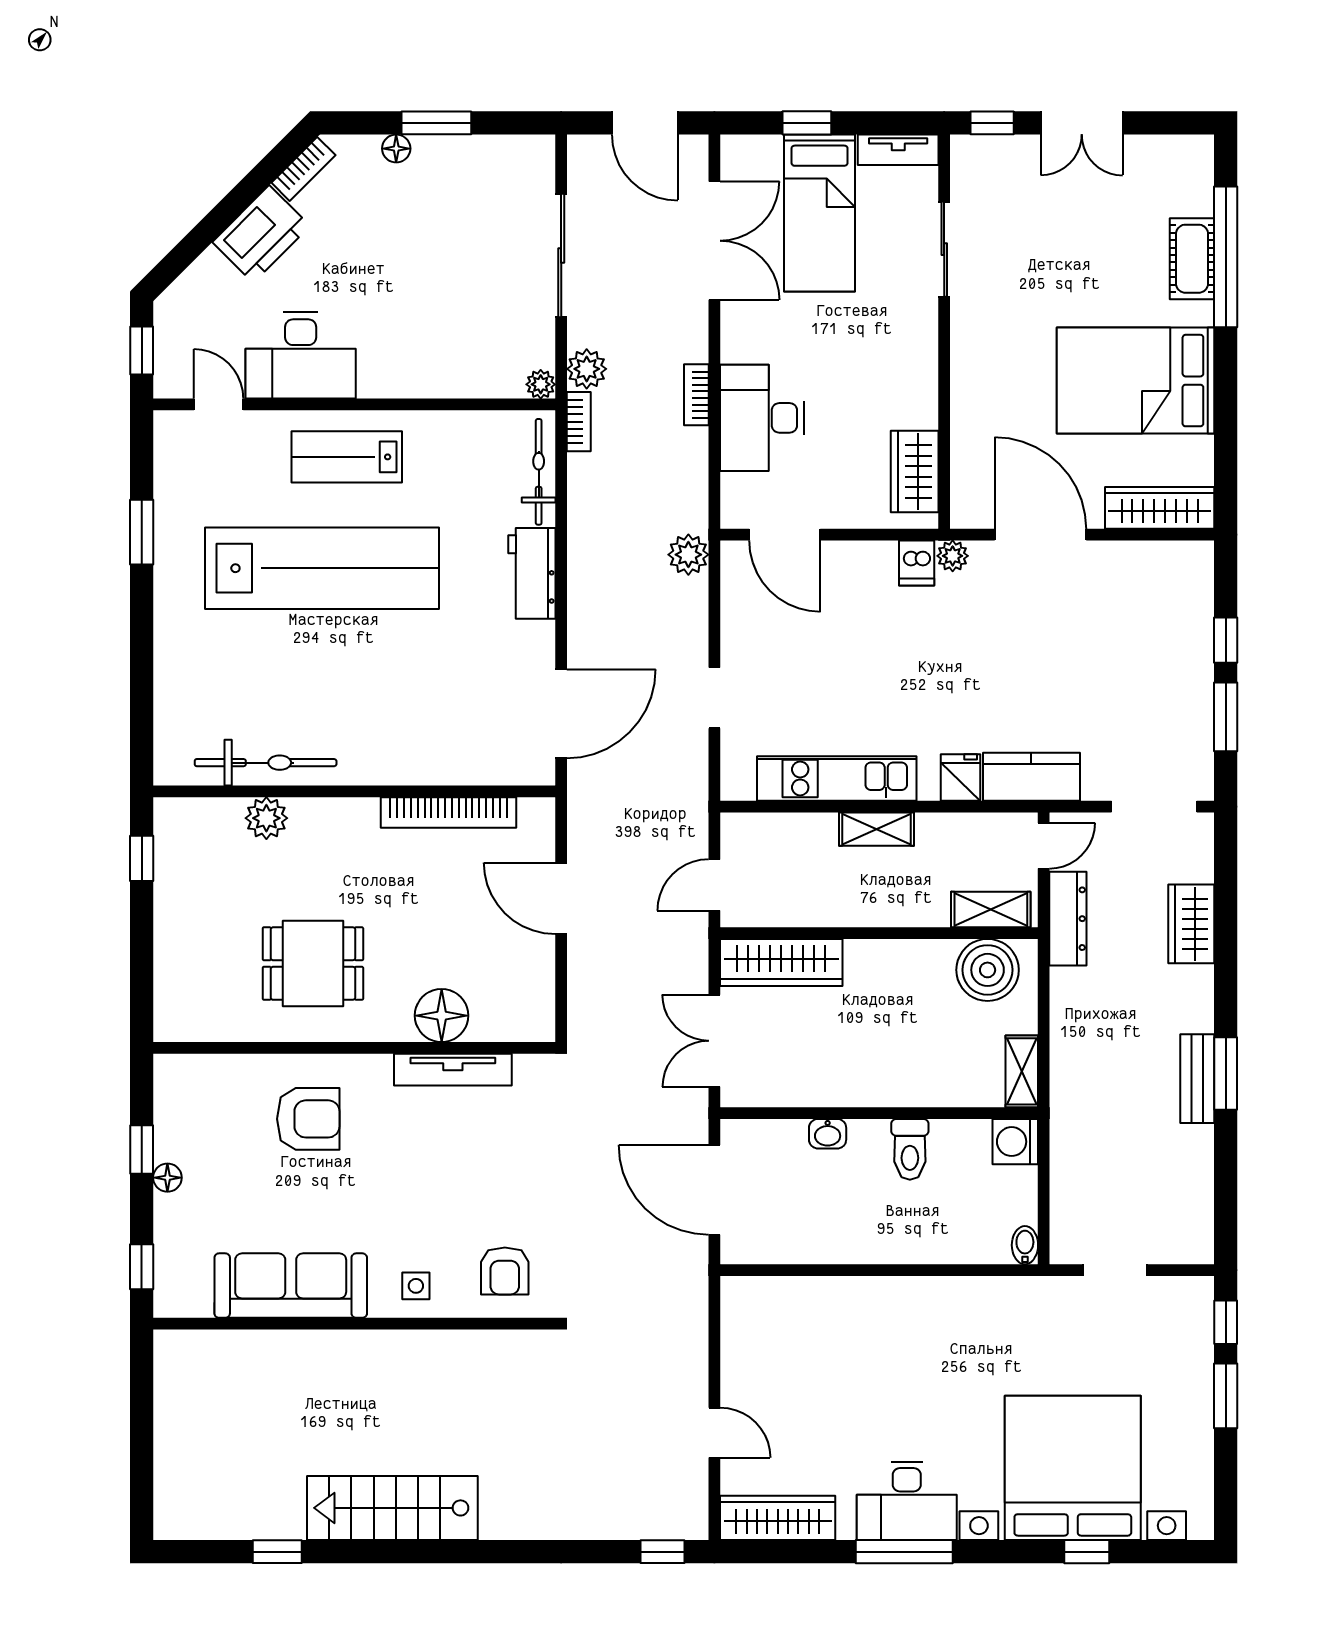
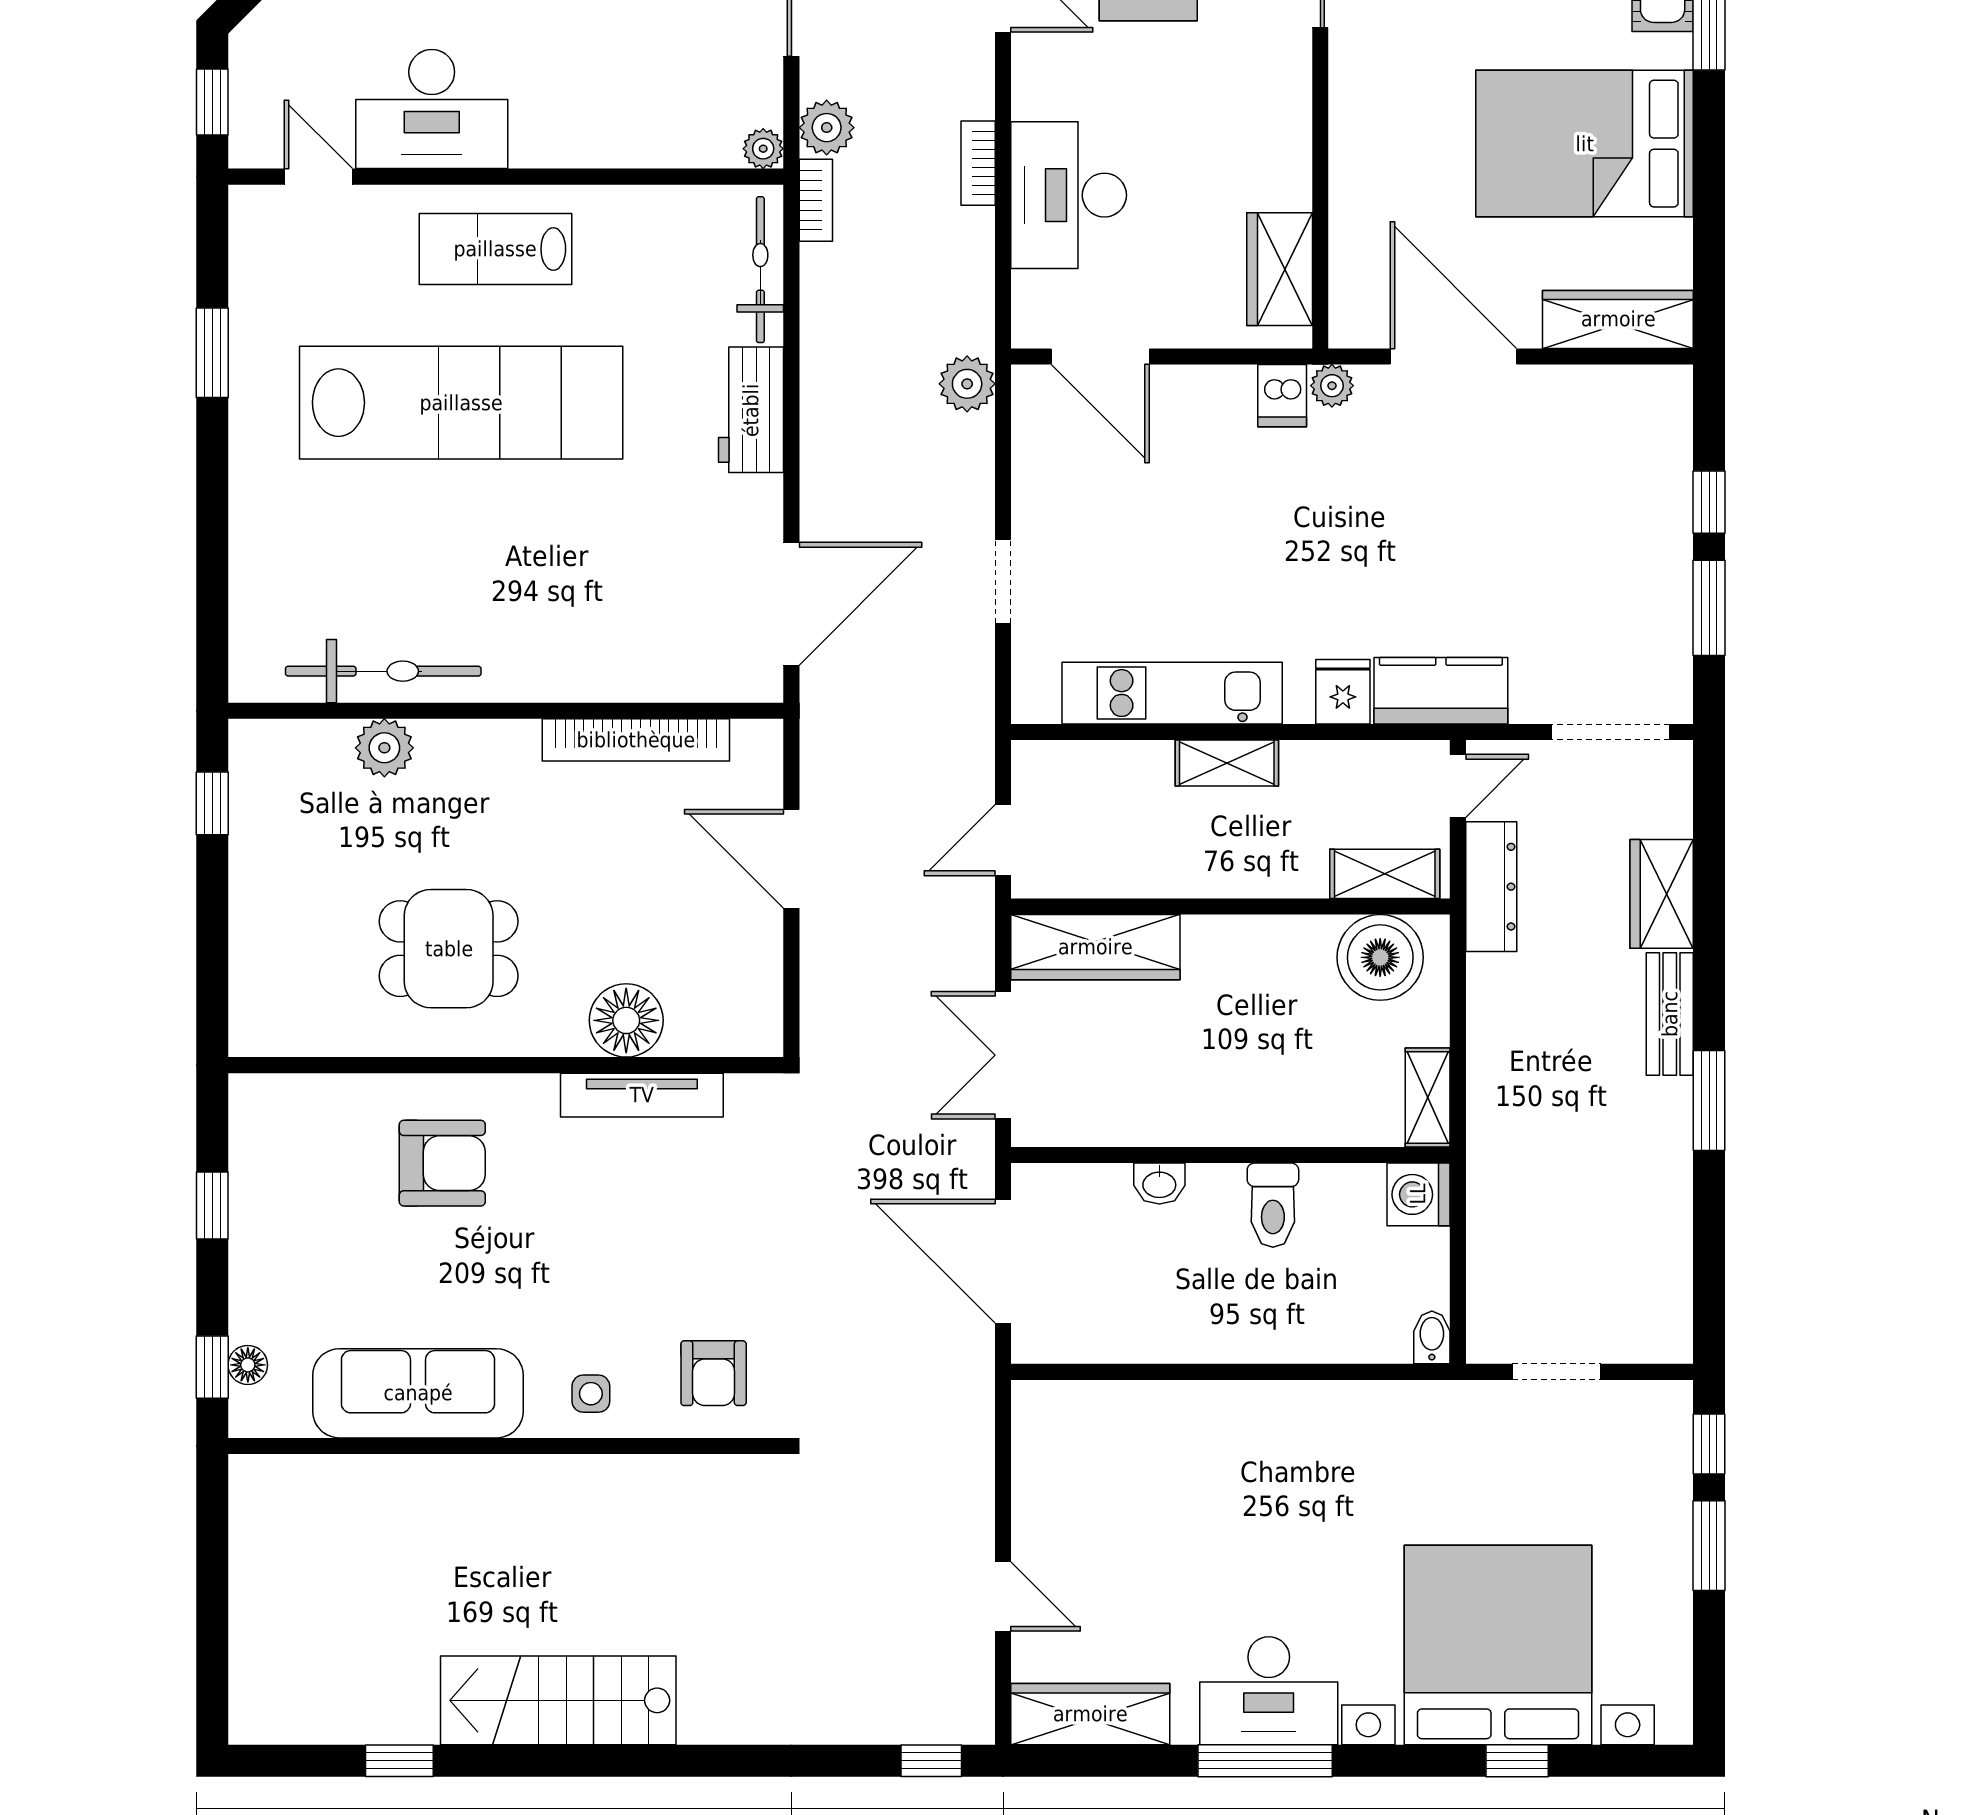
bench: (1197, 1079) -> (1670, 1014), moved
floor lamp: (167, 1178) -> (248, 1365), moved

